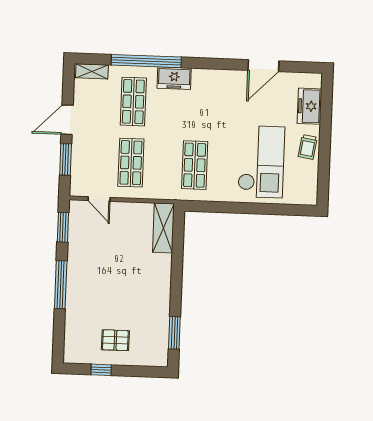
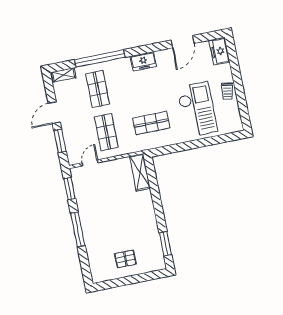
freezer: (174, 78) -> (143, 61), moved
freezer: (309, 106) -> (219, 51), moved
shop shelf: (195, 165) -> (151, 123), turned 90
door: (99, 199) -> (90, 163), swing flipped
window: (101, 370) -> (120, 282), removed

